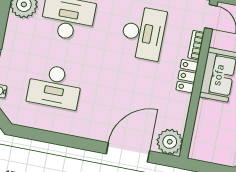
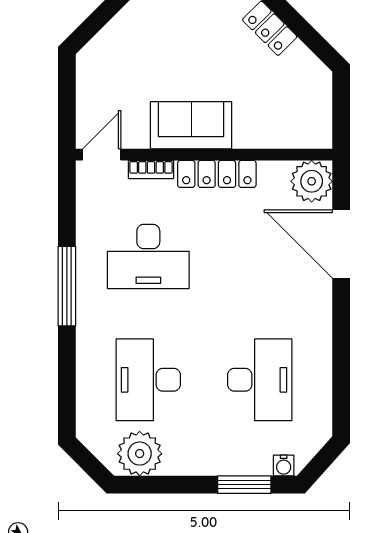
desk: (143, 33) -> (148, 256), turned 180
locker: (187, 76) -> (217, 174), width x1.53

